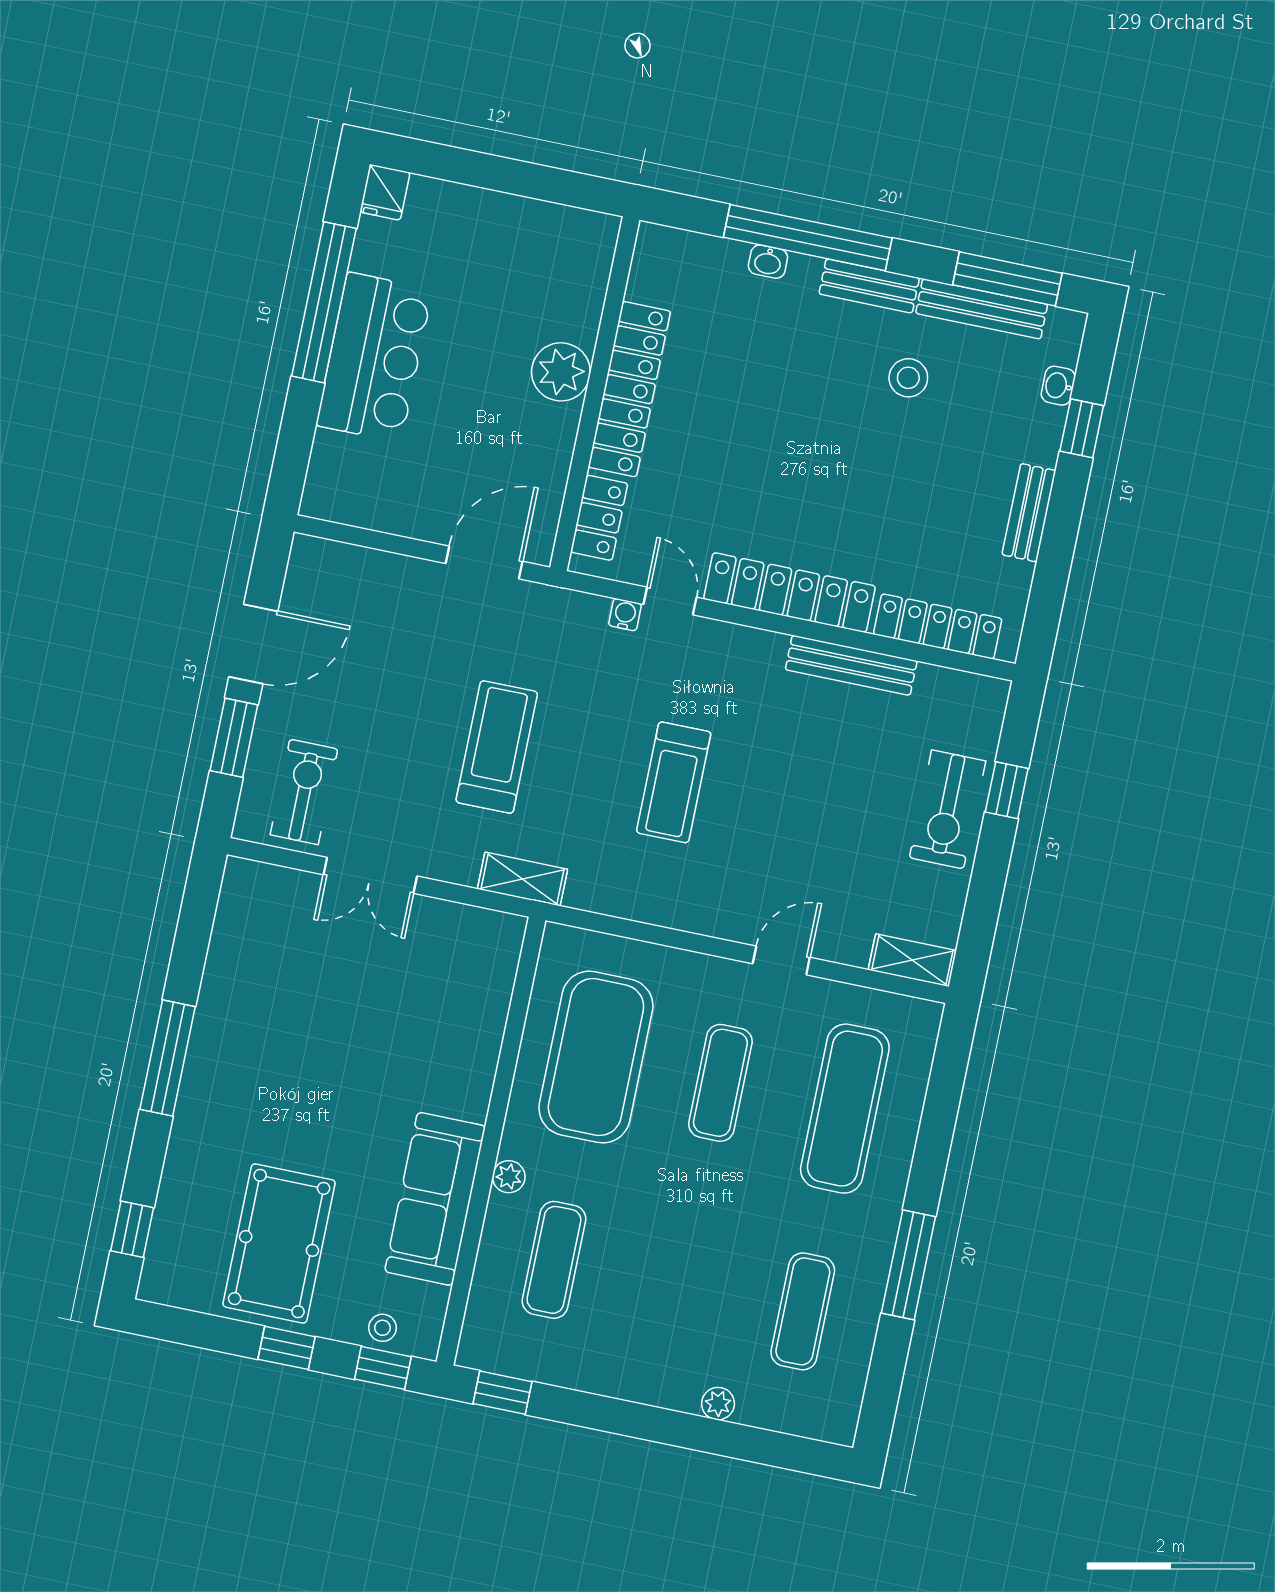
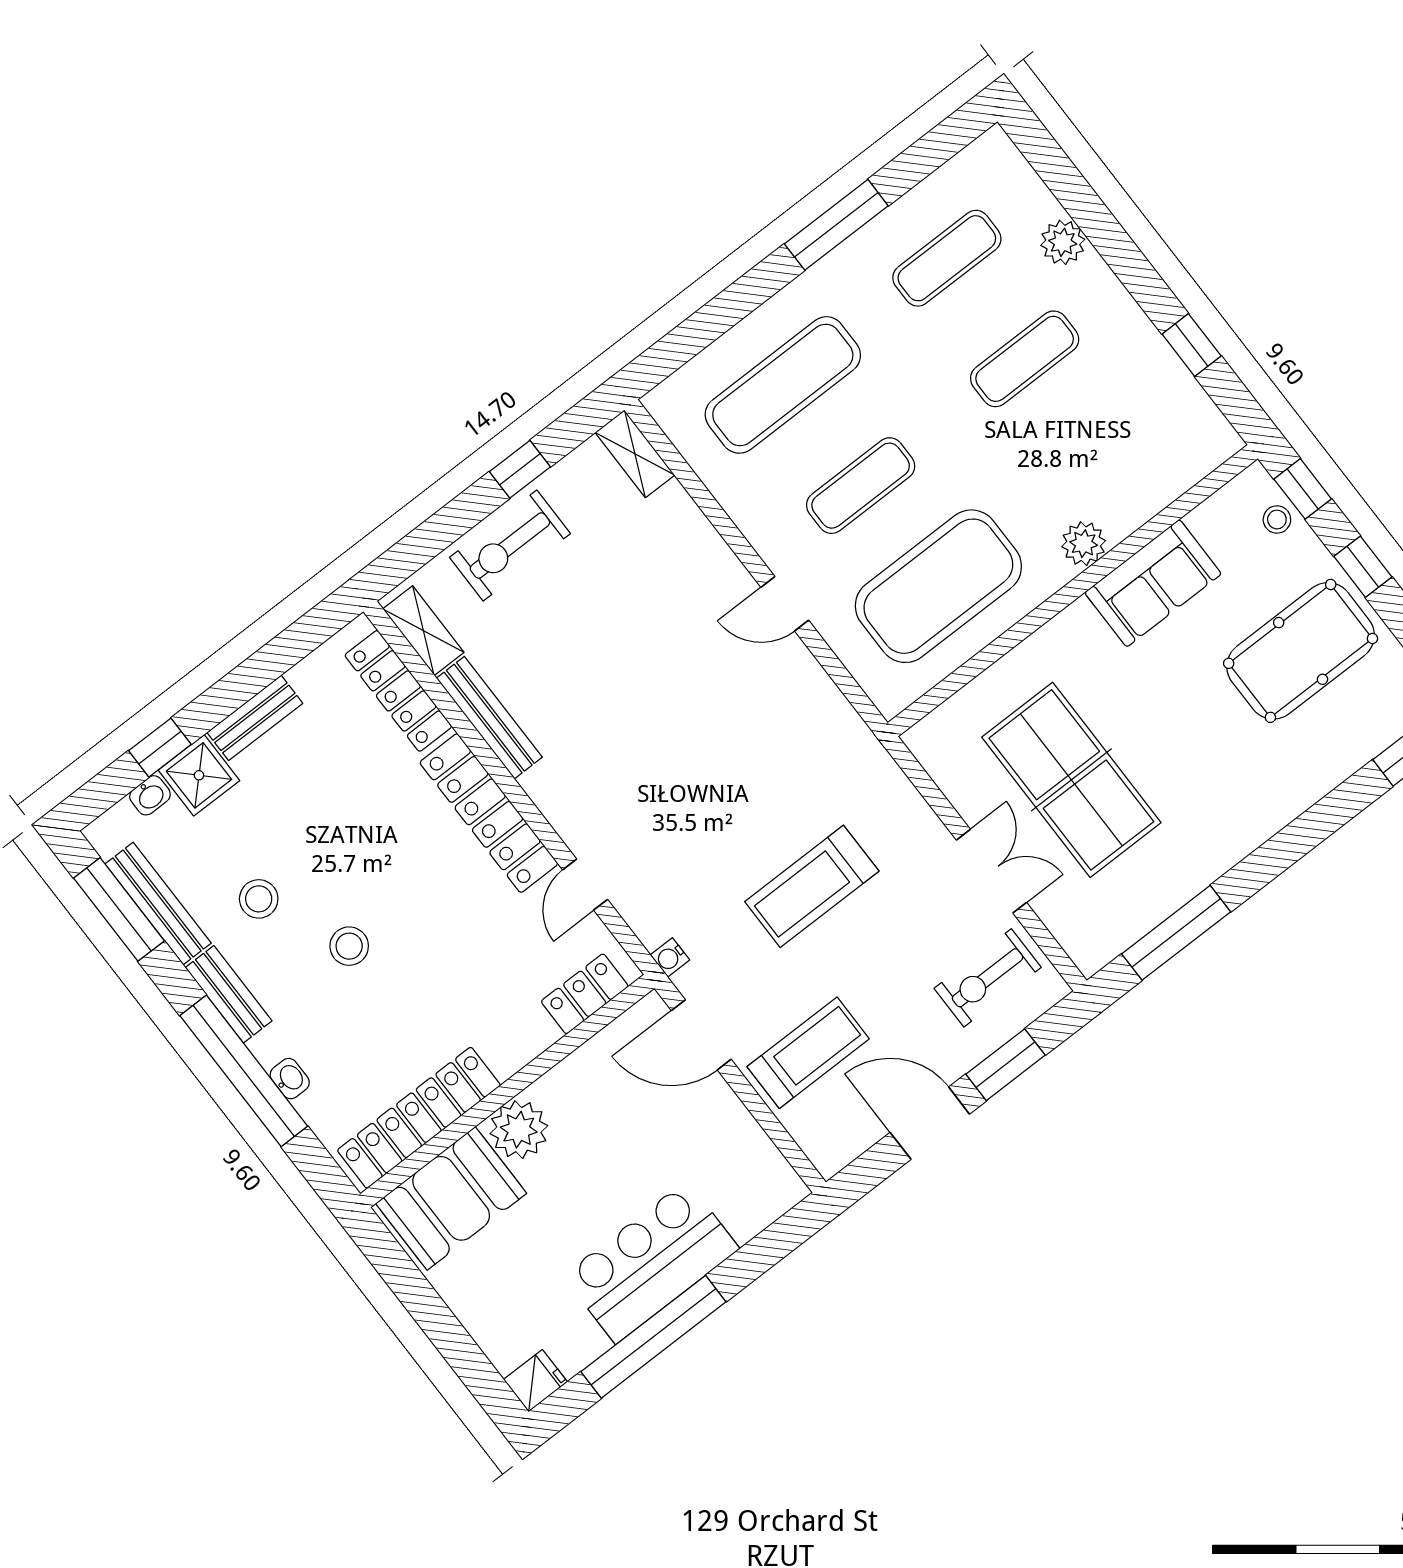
booth: (568, 276) -> (451, 1198), added
locker: (629, 389) -> (419, 1118), moved
stool: (809, 401) -> (349, 946), added
shower: (1034, 433) -> (199, 775), added
water cooler: (625, 615) -> (670, 957), moved
treadmill: (674, 782) -> (808, 1053), moved
window: (1007, 790) -> (520, 469), moved
exercise bike: (948, 809) -> (510, 545), turned 180
shelving: (522, 879) -> (423, 631), moved
door: (781, 961) -> (785, 604), moved
table tennis table: (369, 997) -> (1071, 780), added
window: (168, 1058) -> (1176, 933), moved
plant: (509, 1177) -> (1084, 544), width x1.38, depth x1.38
sofa: (435, 1199) -> (1153, 583), width x0.73
exercise mat: (554, 1260) -> (1025, 359), moved
window: (503, 1393) -> (1192, 345), moved
plant: (718, 1404) -> (1063, 242), width x1.38, depth x1.38

